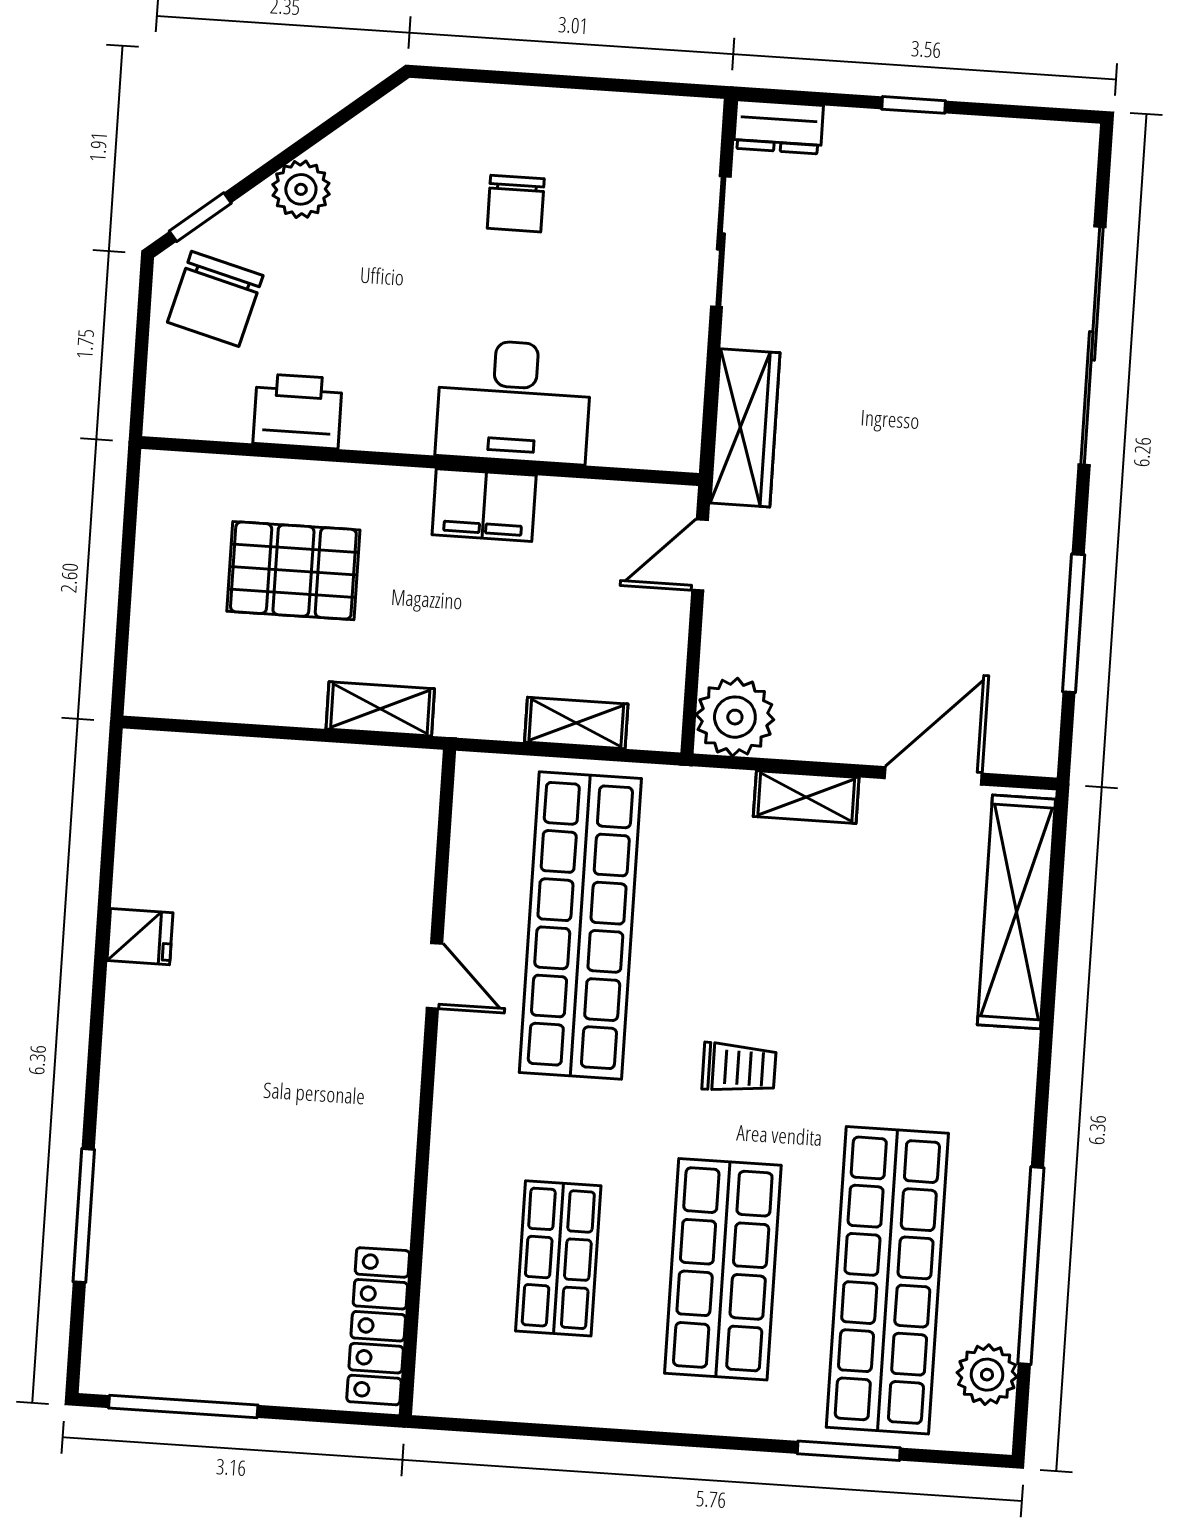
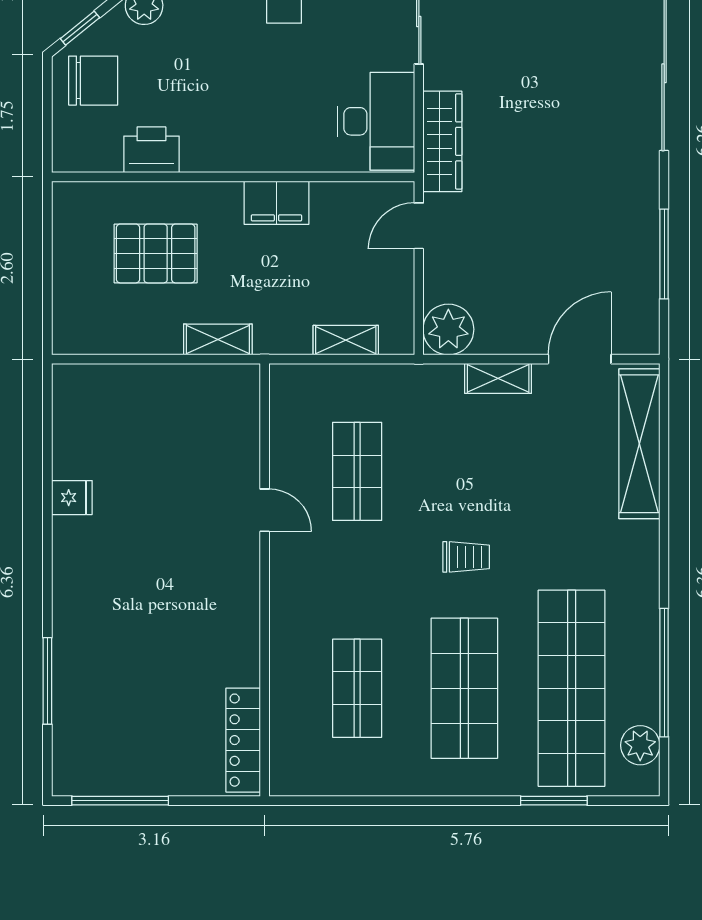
chair: (215, 299) -> (93, 81), turned -105
desk: (514, 401) -> (376, 121), moved, turned -90
shop shelf: (580, 926) -> (357, 471), width x0.50, depth x0.74

